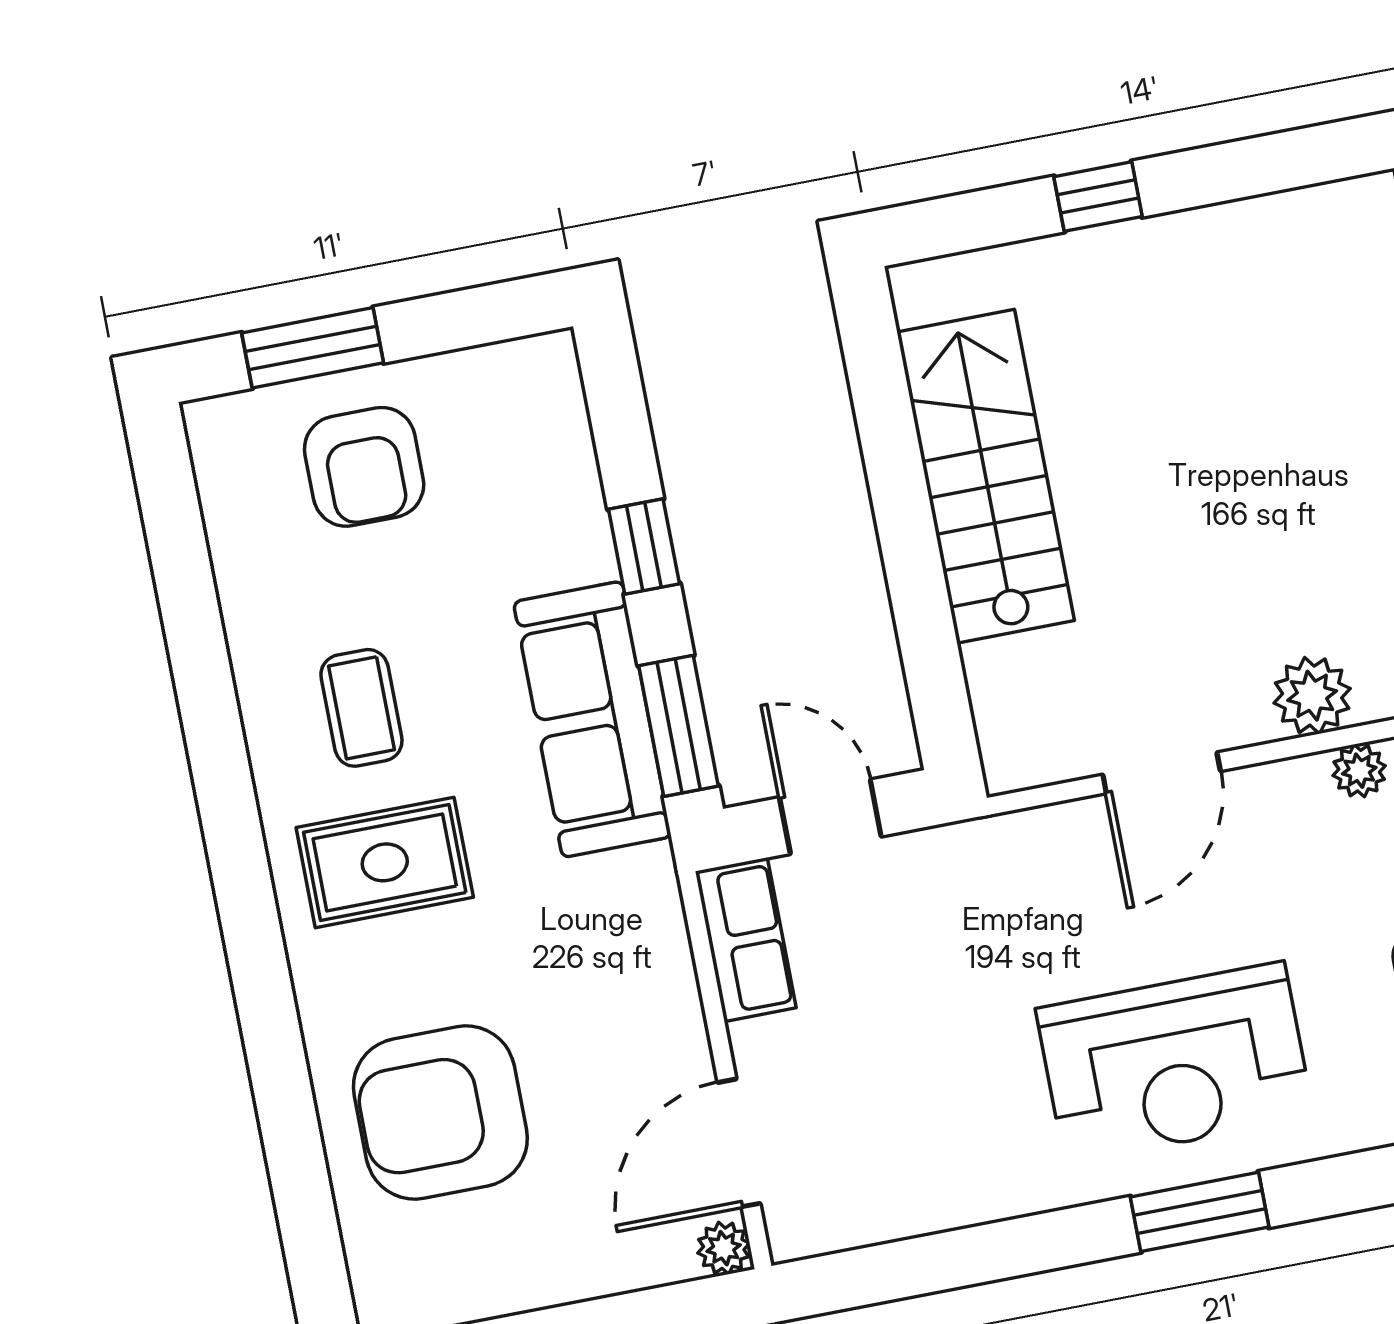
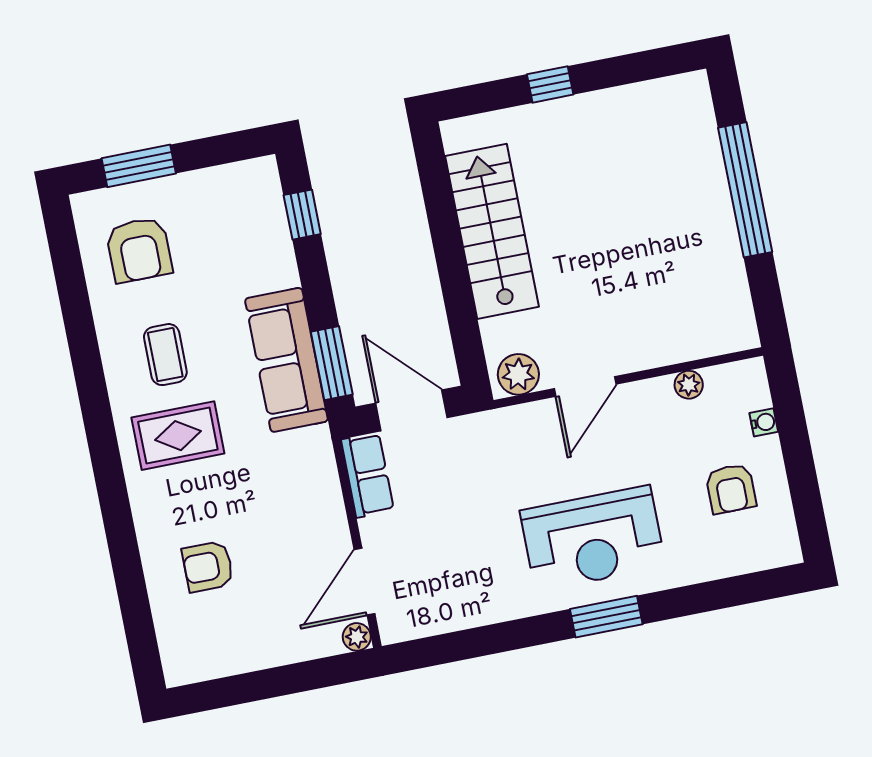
armchair: (364, 467) -> (139, 250), moved
window: (644, 547) -> (302, 215), moved
plant: (1312, 696) -> (518, 374), moved
door: (830, 817) -> (411, 410), width x1.38
armchair: (440, 1112) -> (208, 567), width x0.53, depth x0.53

